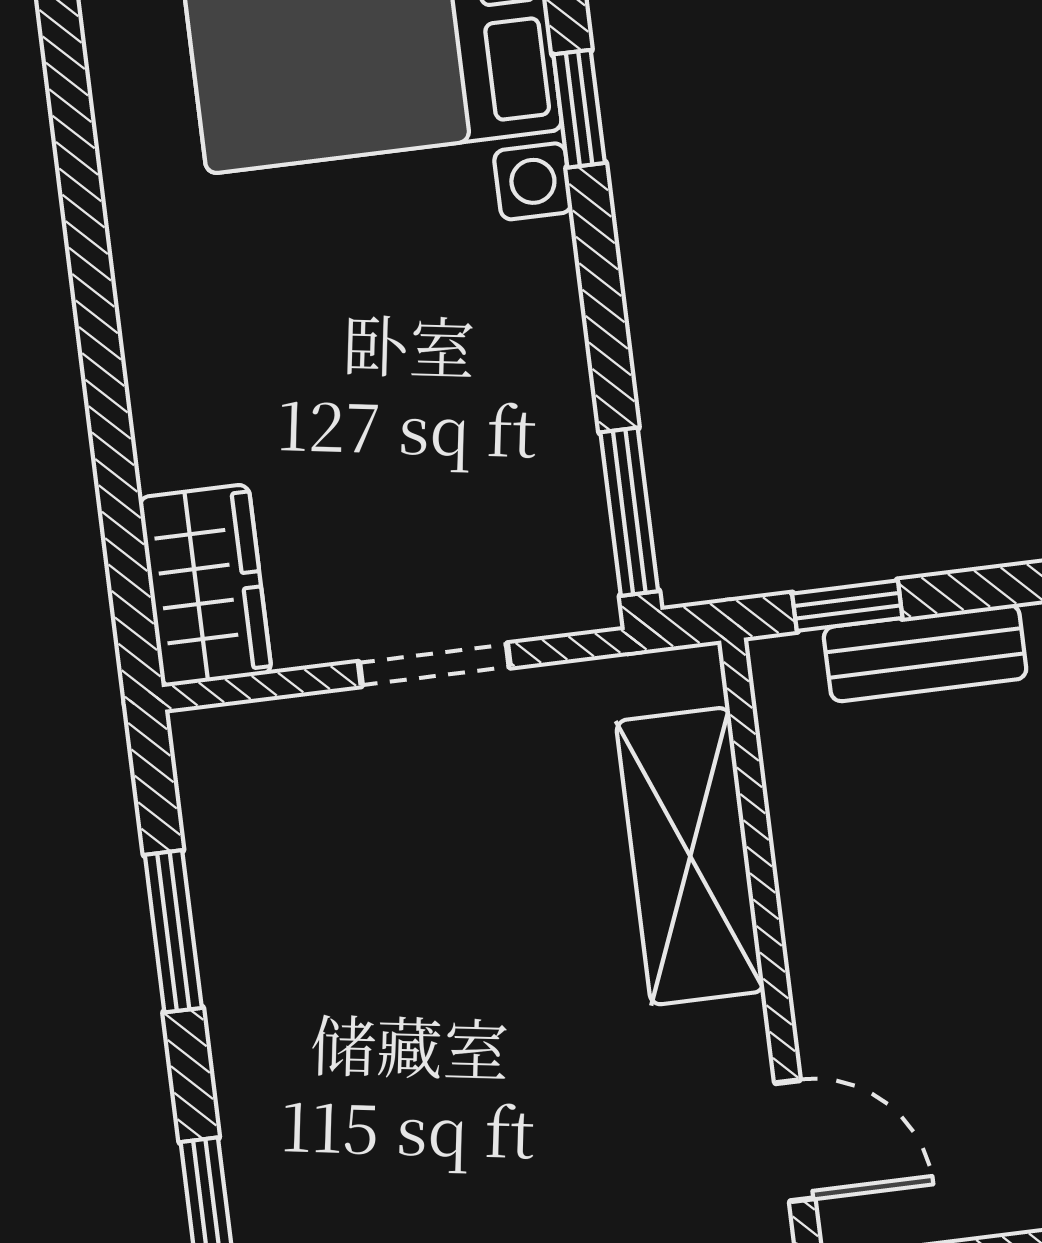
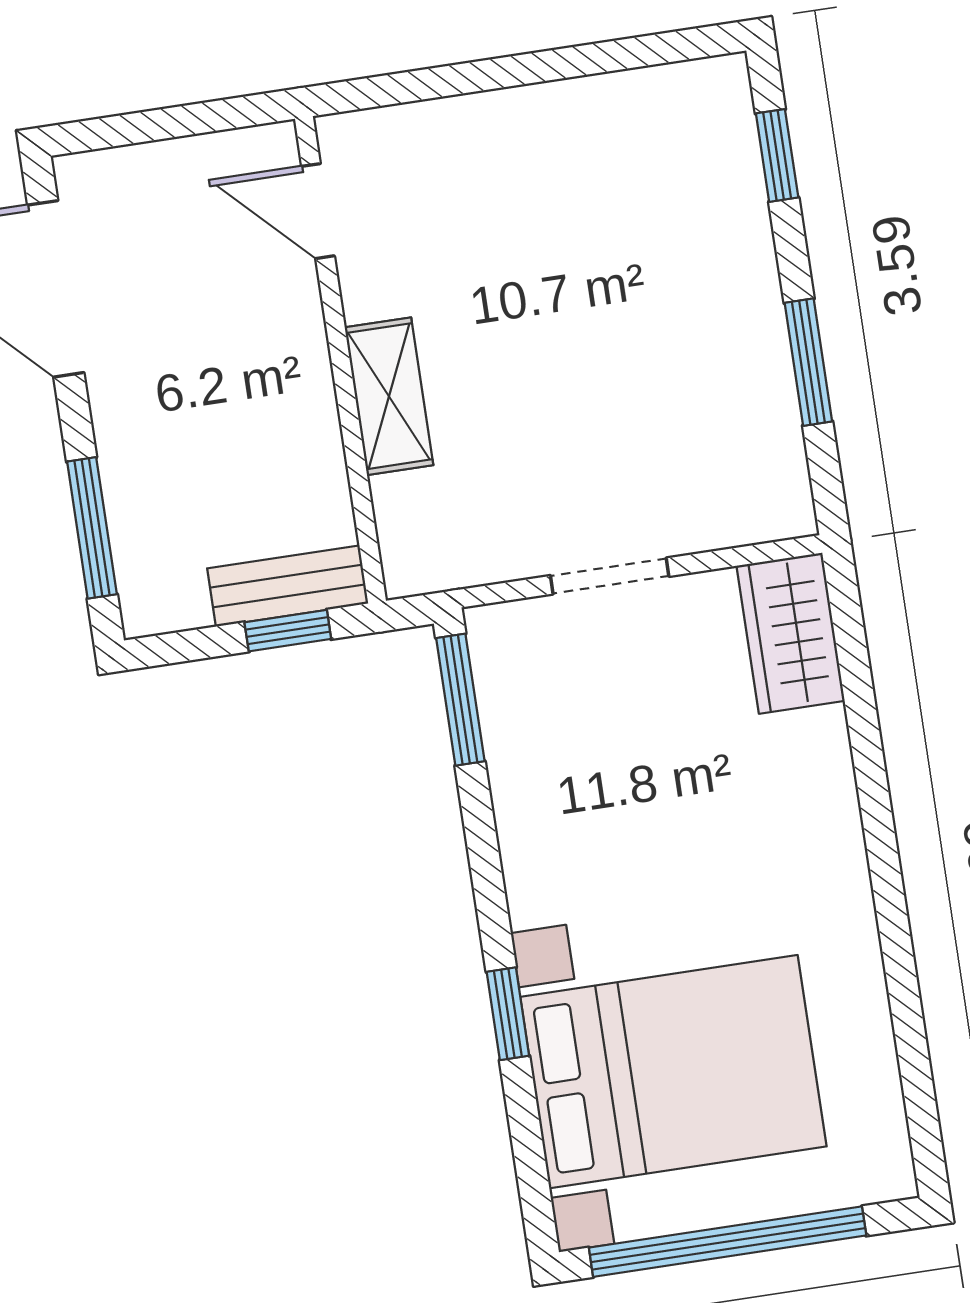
bench: (925, 653) -> (288, 586), moved
shelving: (690, 856) -> (389, 396), width x0.67, depth x0.75

